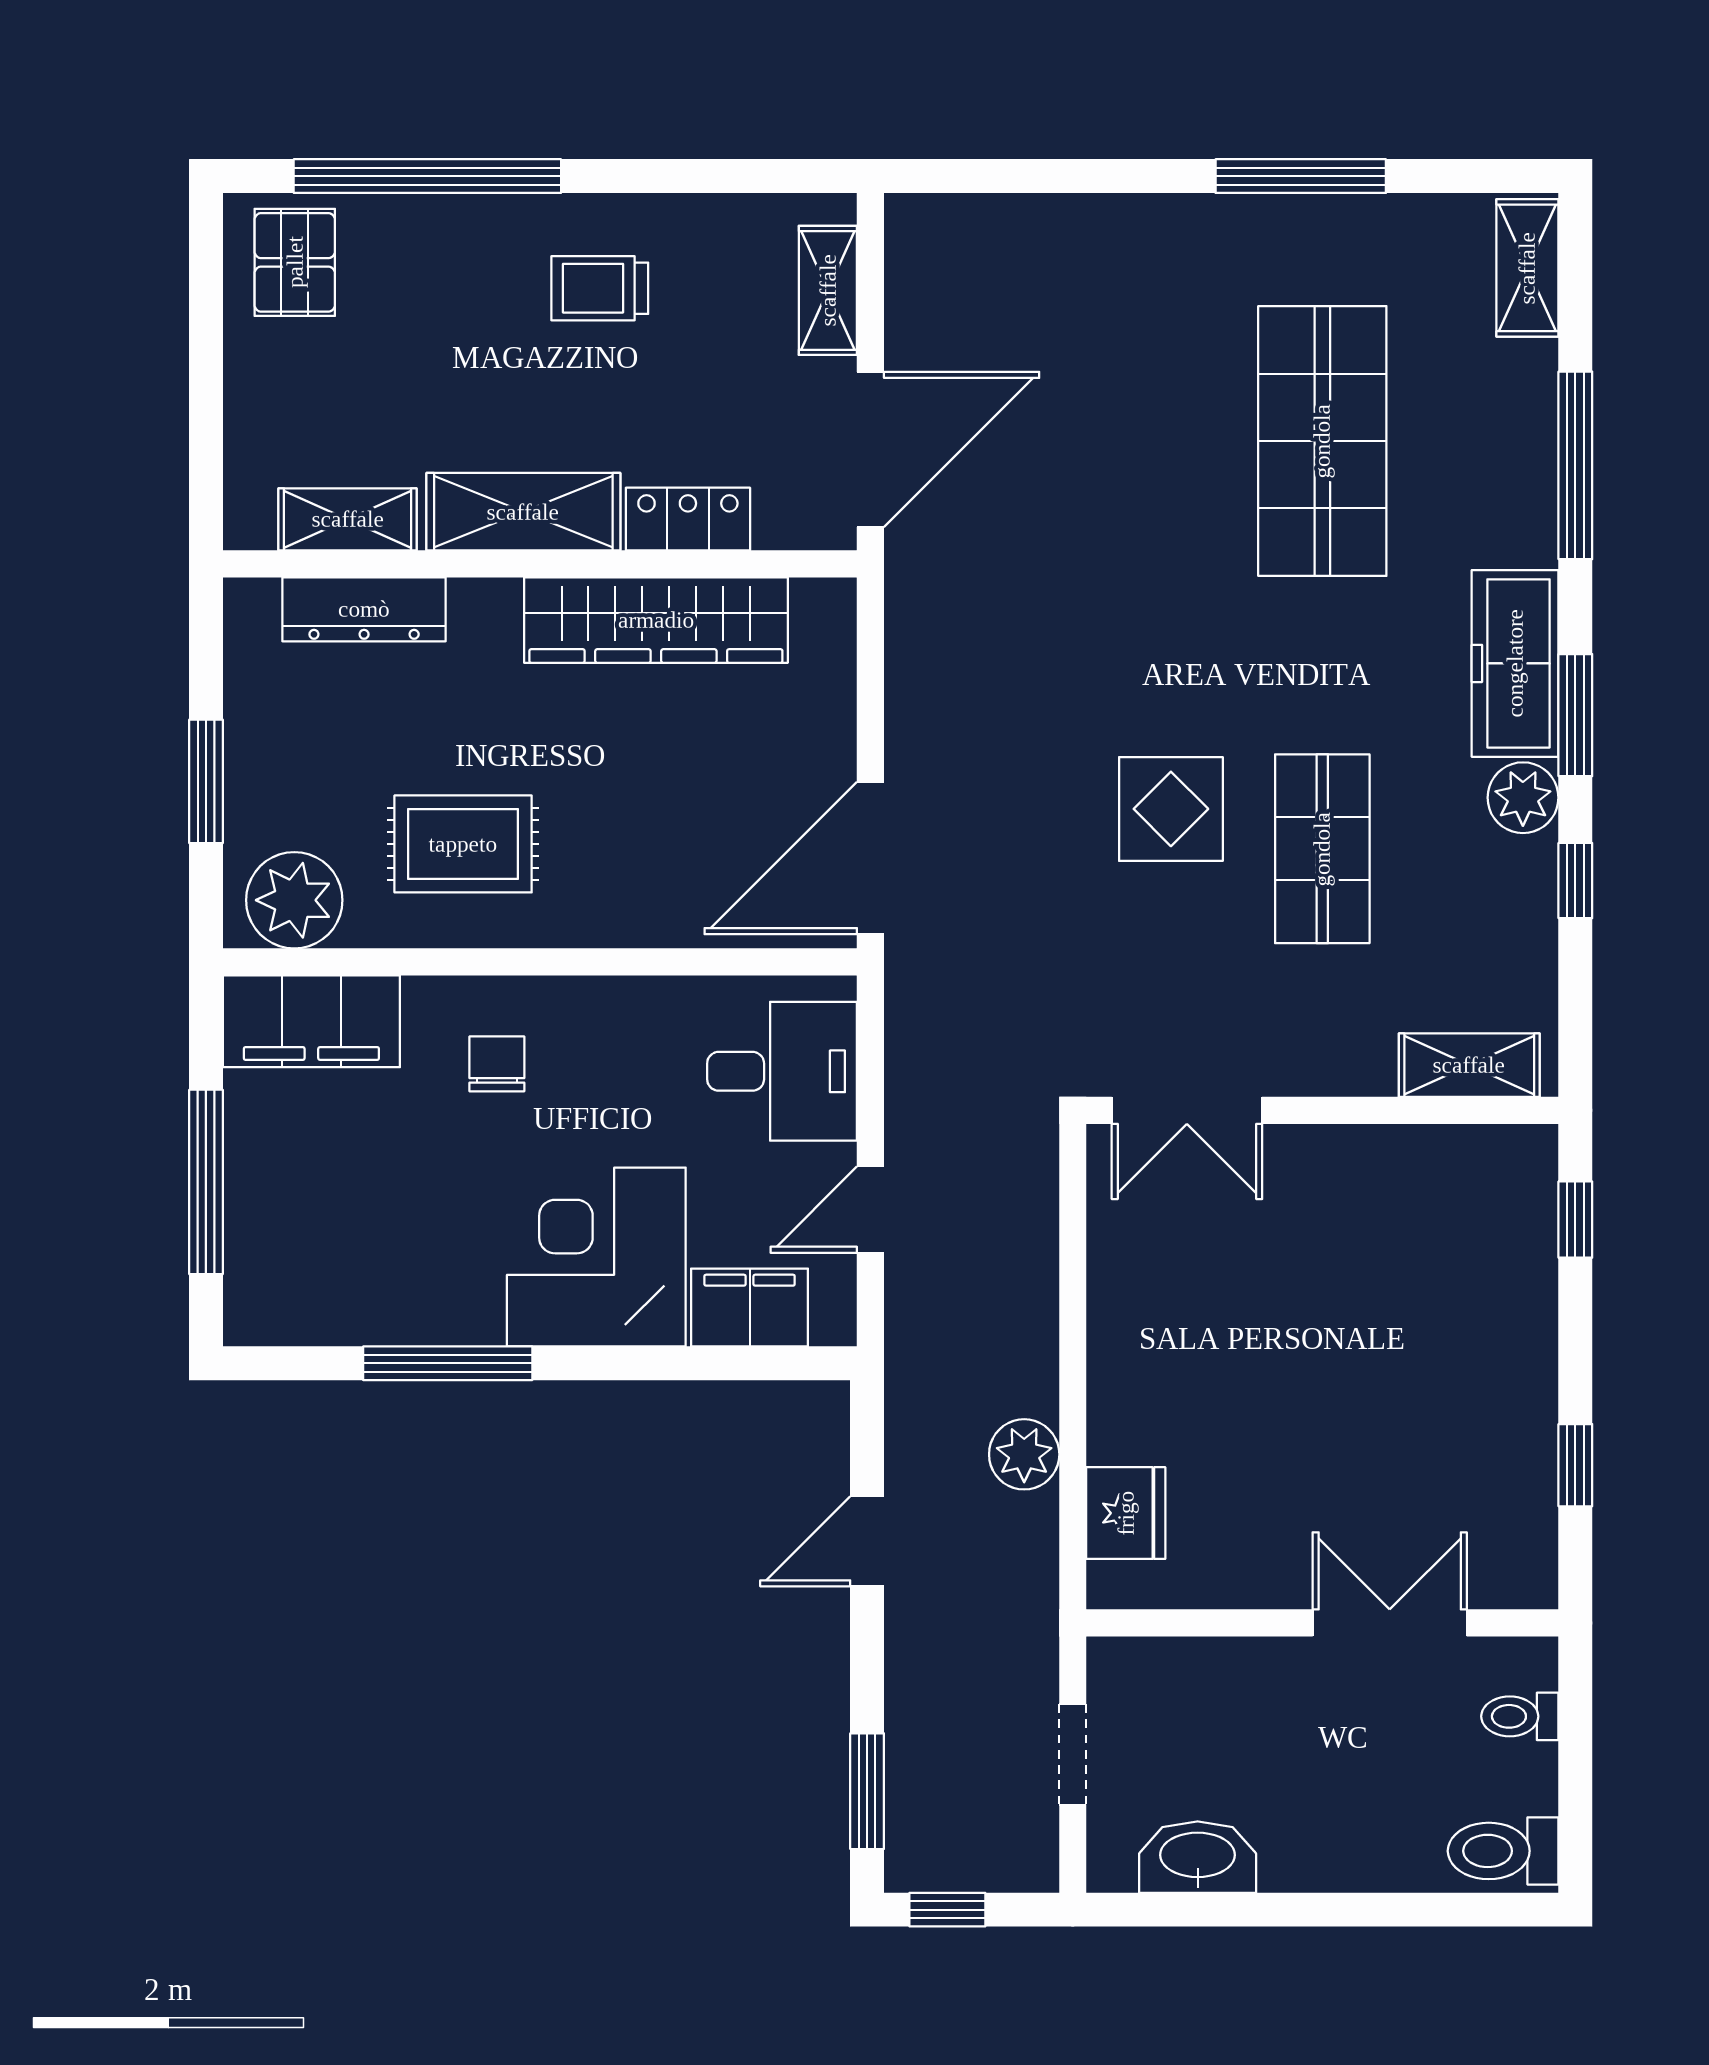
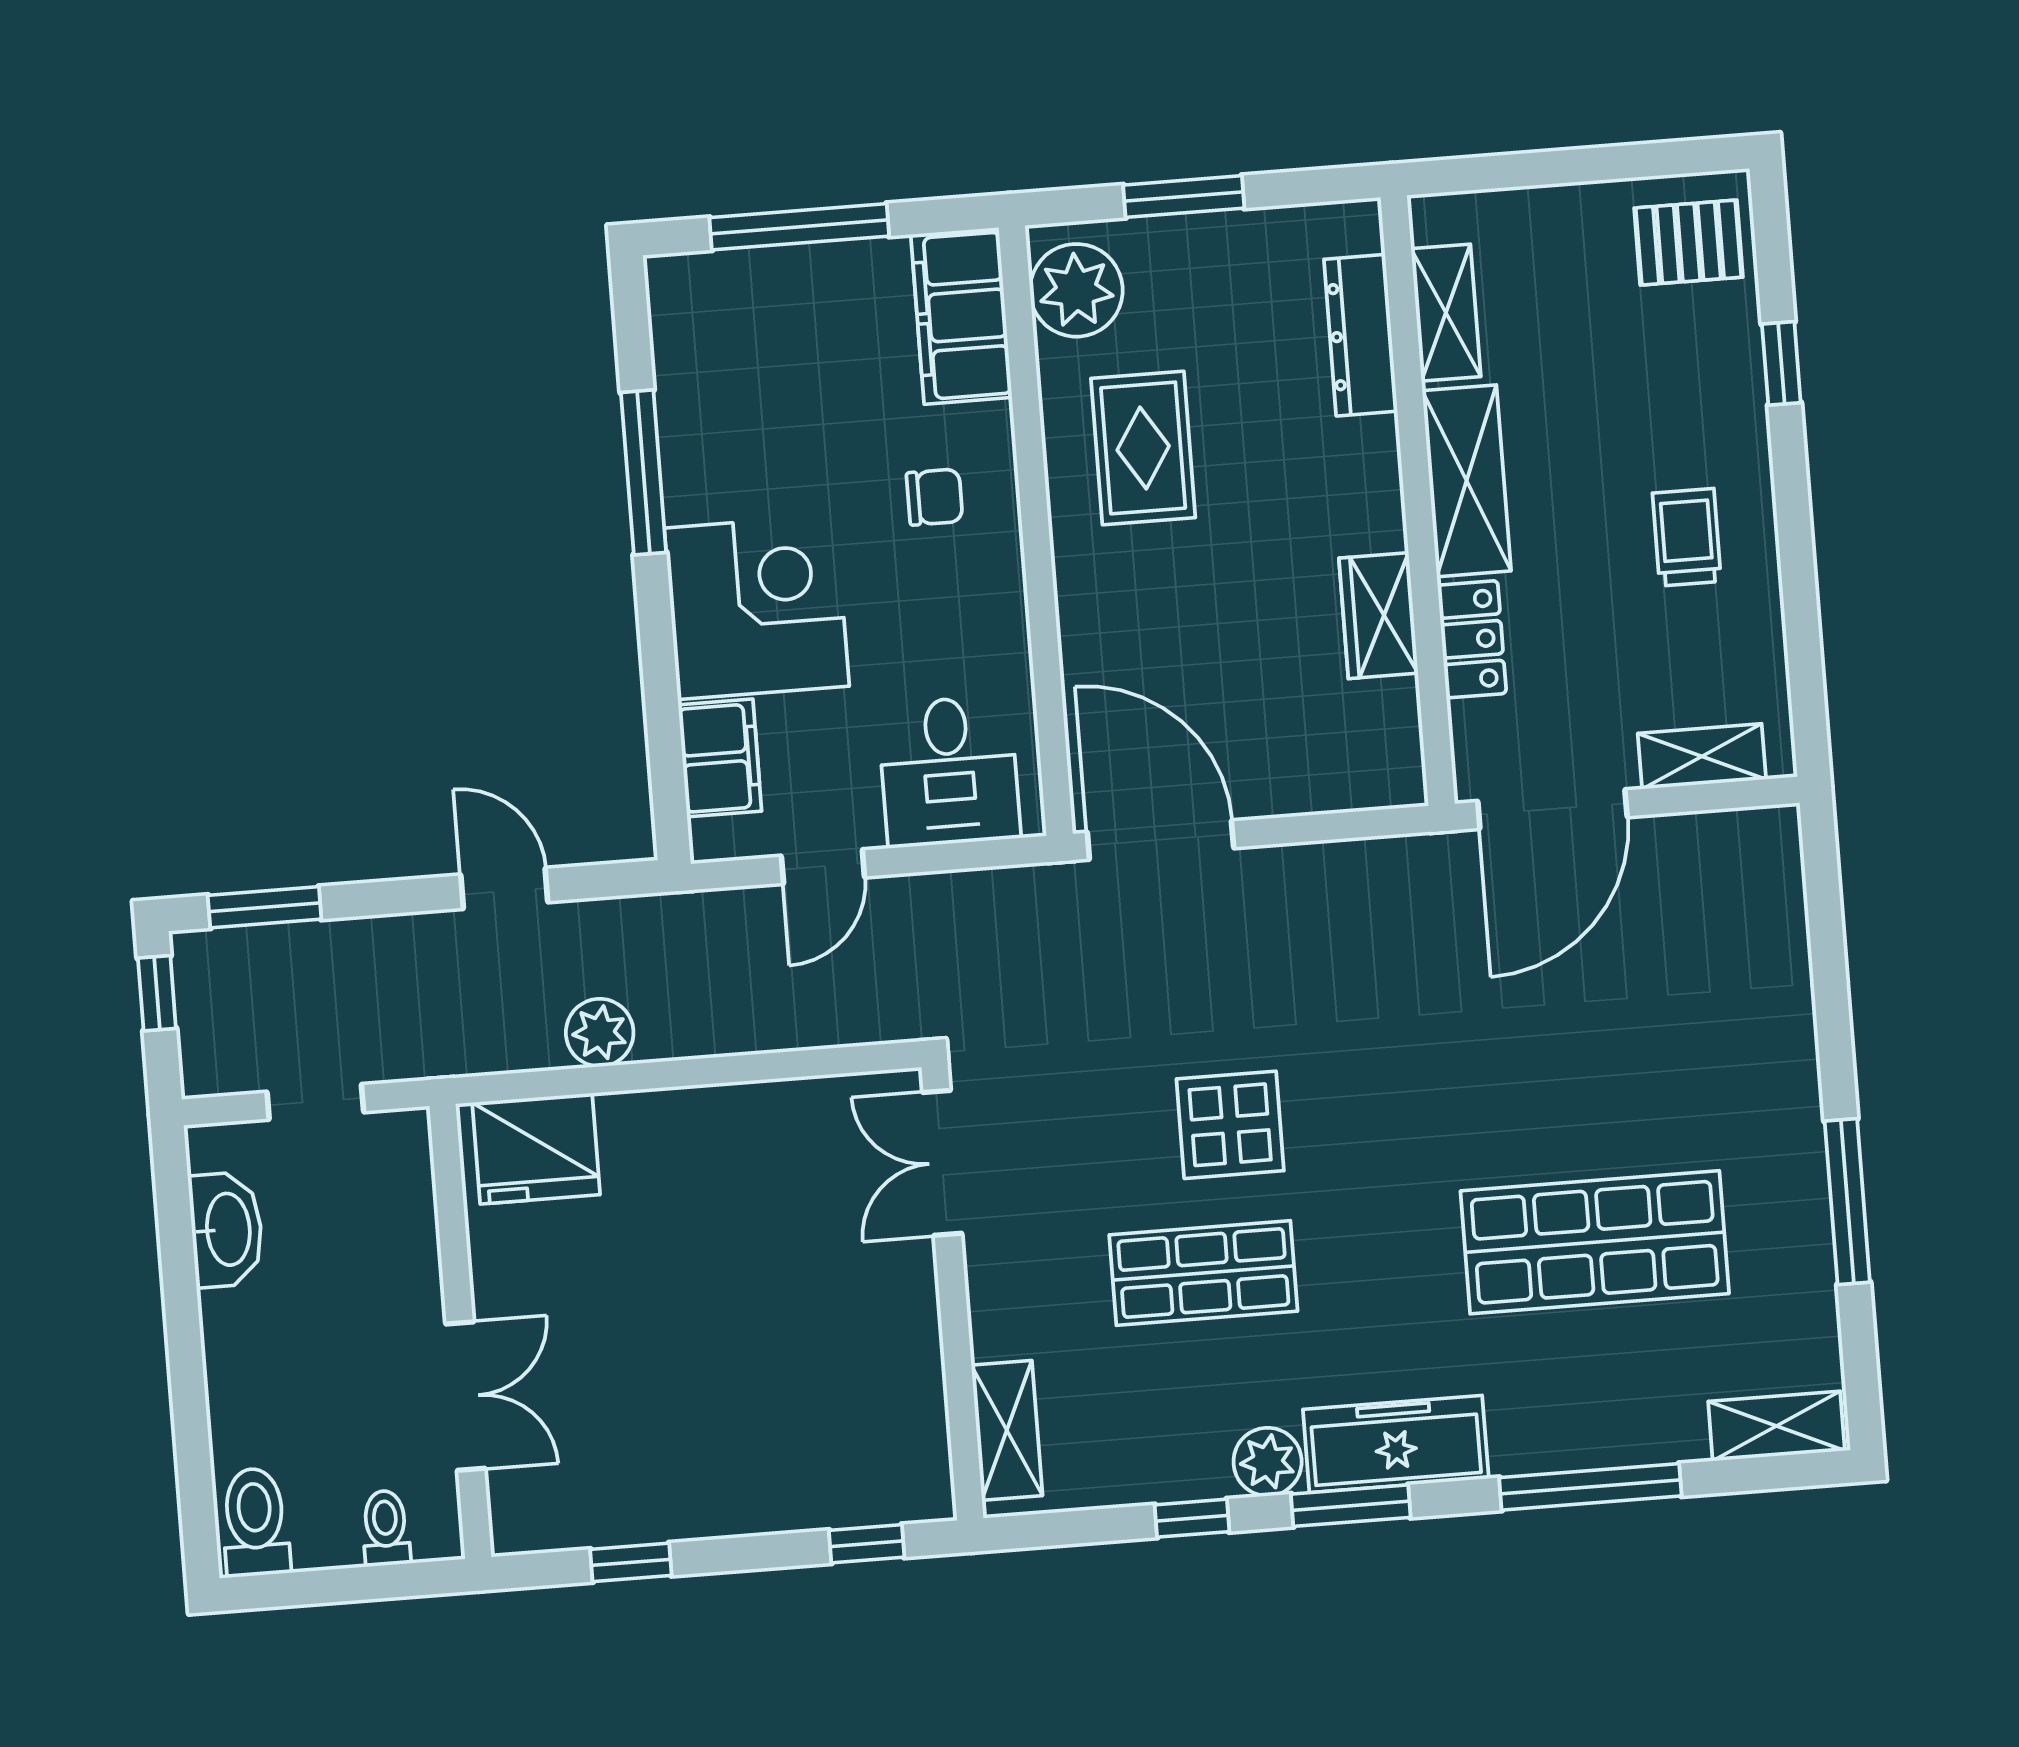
window: (427, 176) -> (1781, 363), width x0.32
door: (870, 449) -> (1552, 809), hinge flipped
wardrobe: (656, 620) -> (1378, 616), width x0.48, depth x0.85
door: (870, 1210) -> (823, 867), swing flipped
fridge: (1126, 1513) -> (536, 1149), width x1.36, depth x1.34

